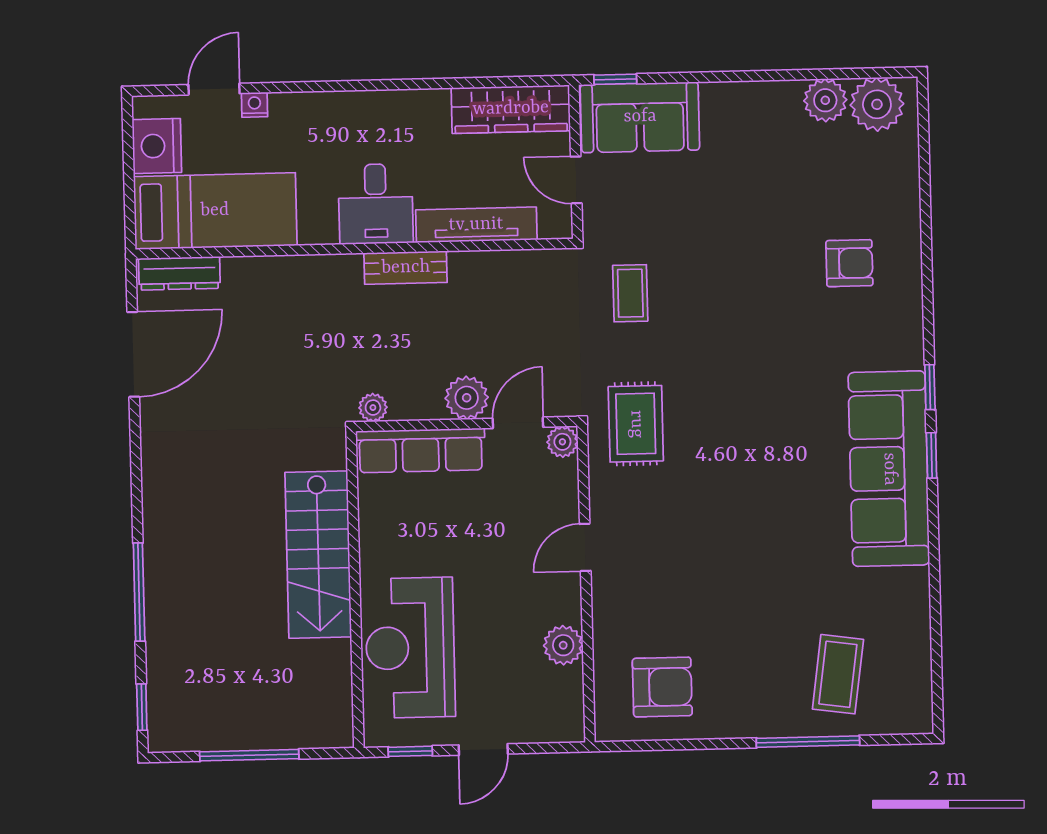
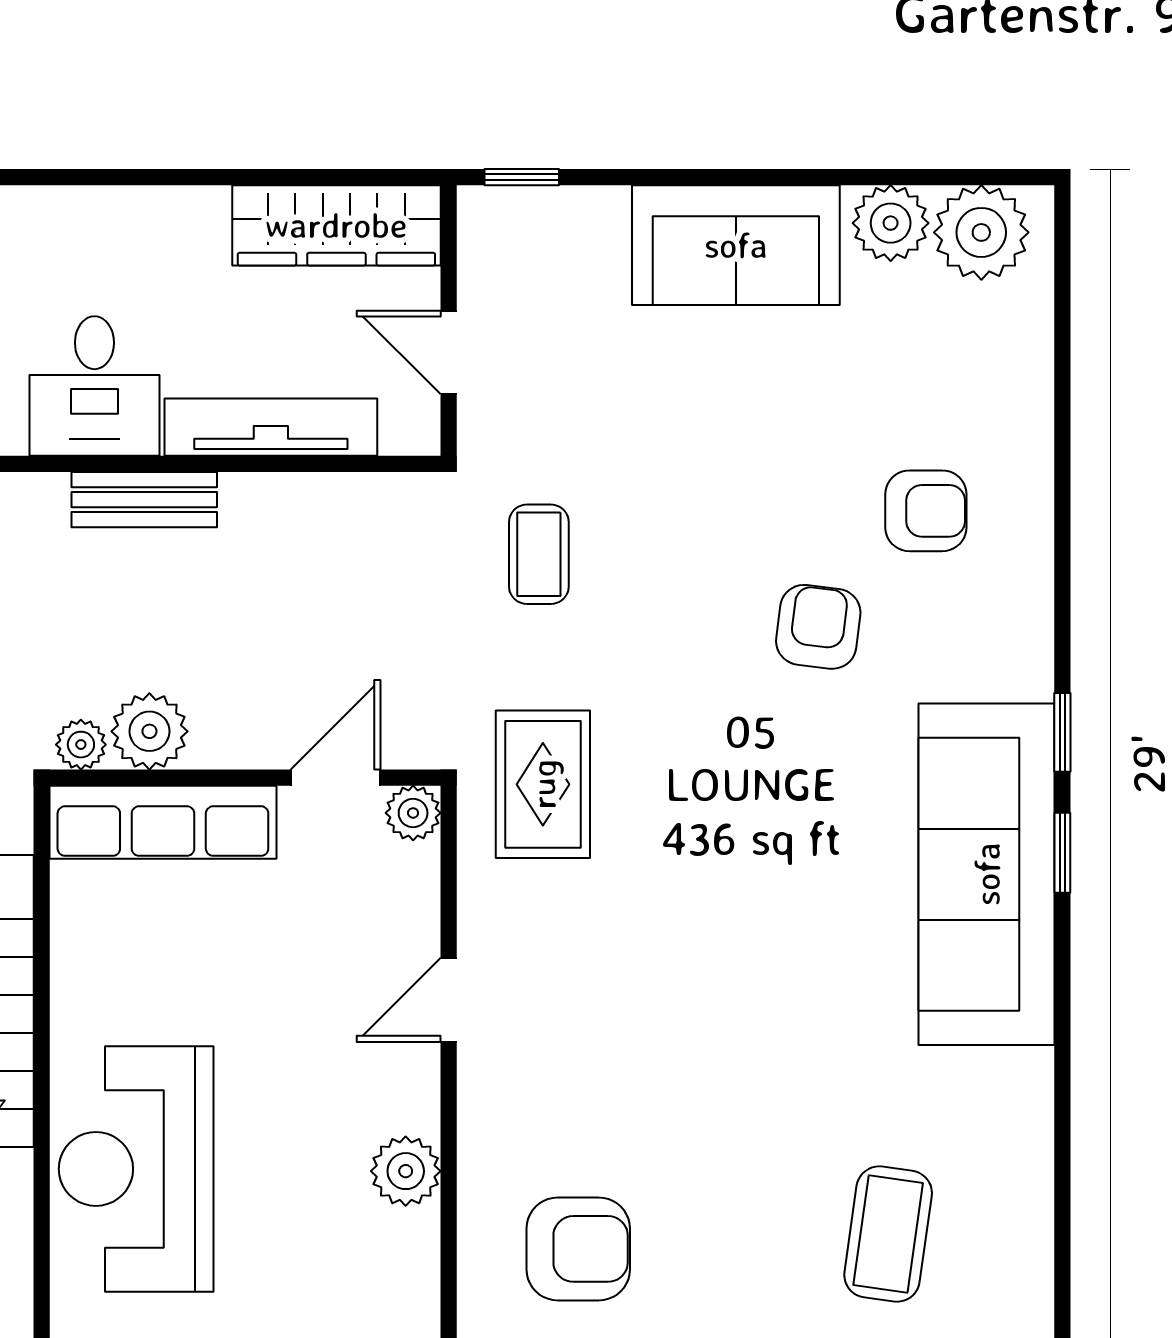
sofa: (640, 117) -> (736, 245), moved
armchair: (790, 331) -> (818, 627), added
plant: (467, 398) -> (149, 731), moved

